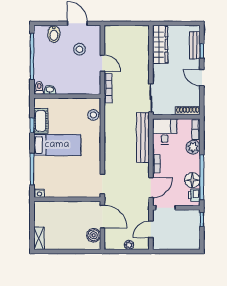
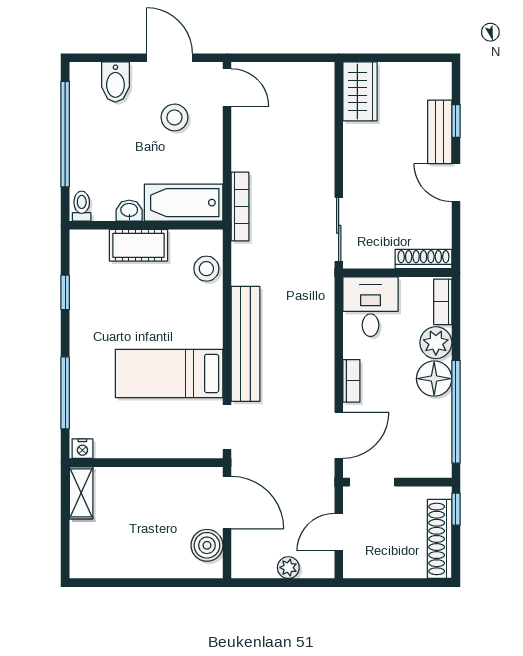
wardrobe: (160, 44) -> (360, 91), width x0.67
bench: (195, 45) -> (440, 132), moved
door: (102, 63) -> (227, 87), moved
bathtub: (83, 86) -> (184, 203), added
washbasin: (50, 90) -> (129, 211), moved
cot: (41, 121) -> (139, 245), moved, turned 90
bench: (143, 138) -> (246, 344), moved
bed: (57, 145) -> (169, 373), moved, turned 180
floor lamp: (192, 180) -> (434, 379), moved
printer: (194, 195) -> (439, 453), removed
shoe rack: (195, 232) -> (440, 539), added
shelving: (39, 238) -> (81, 493), moved

